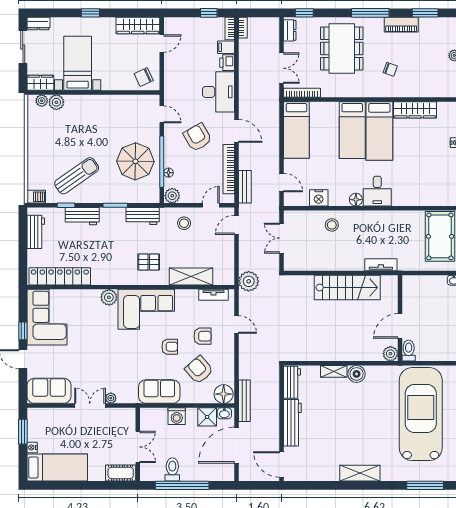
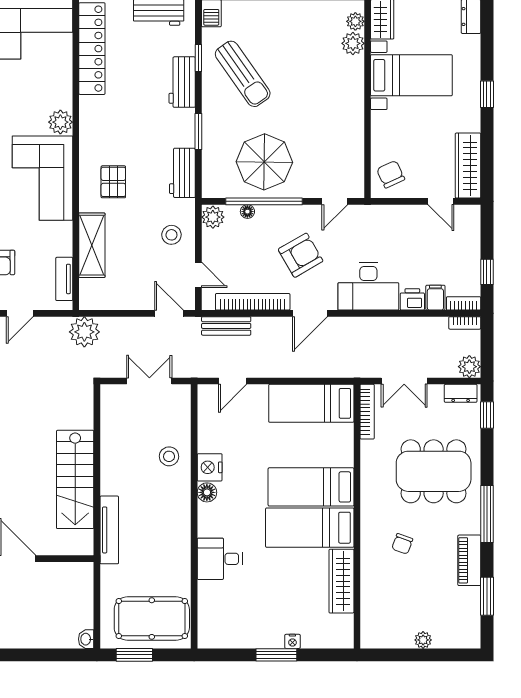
plant: (272, 25) -> (469, 367), added
desk: (377, 191) -> (220, 559), moved
nightstand: (319, 198) -> (210, 467), moved
tv unit: (381, 265) -> (109, 530), width x1.41

